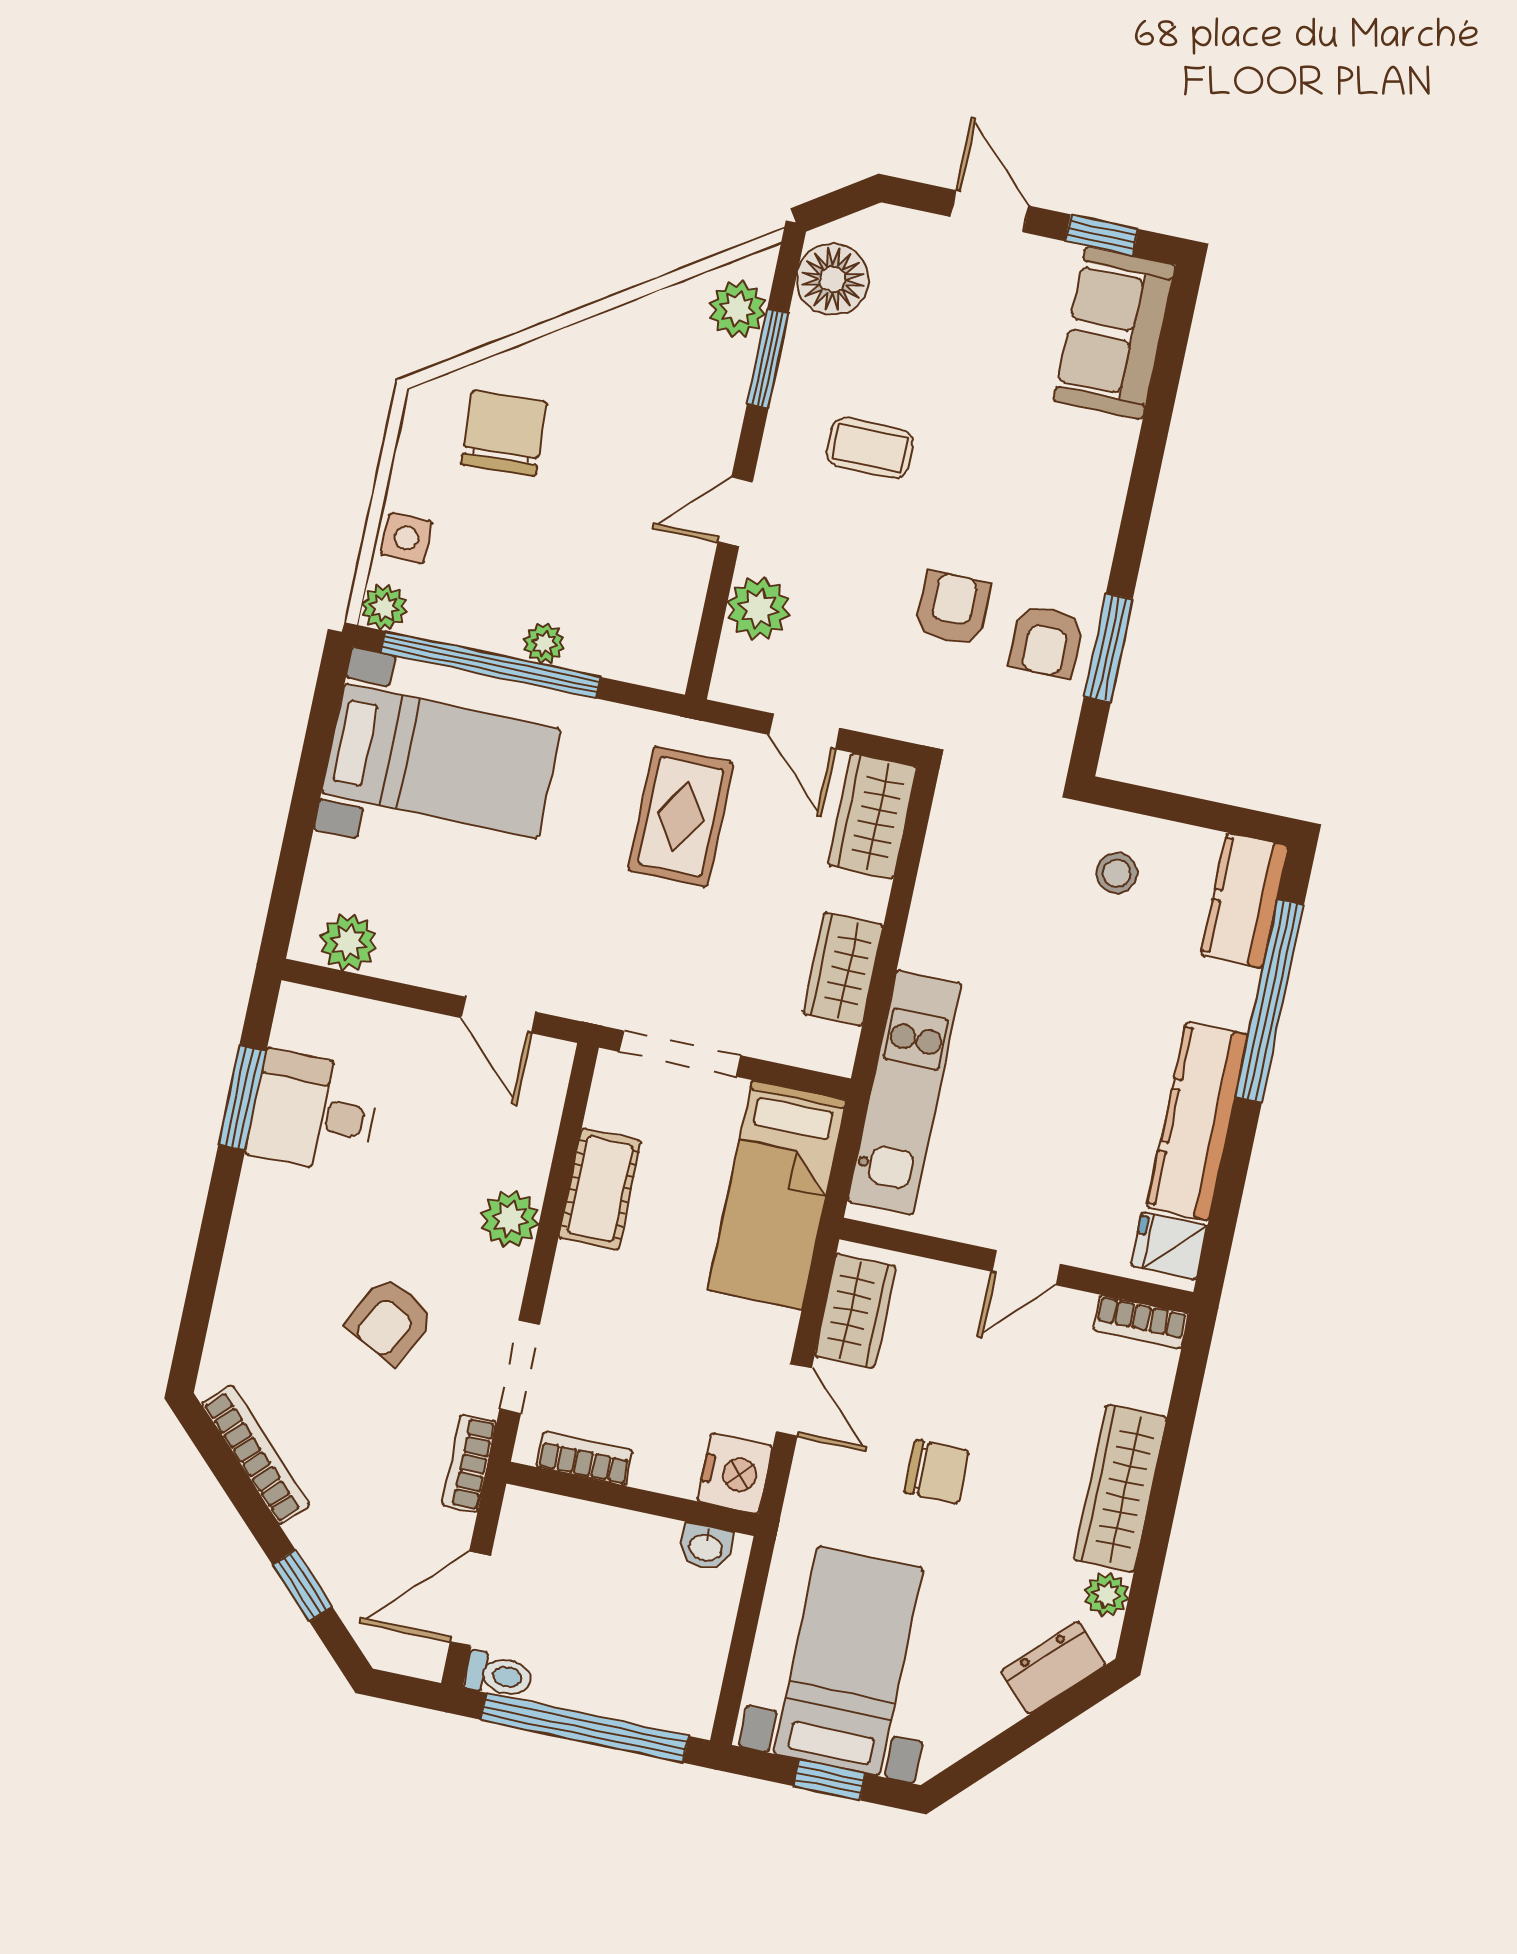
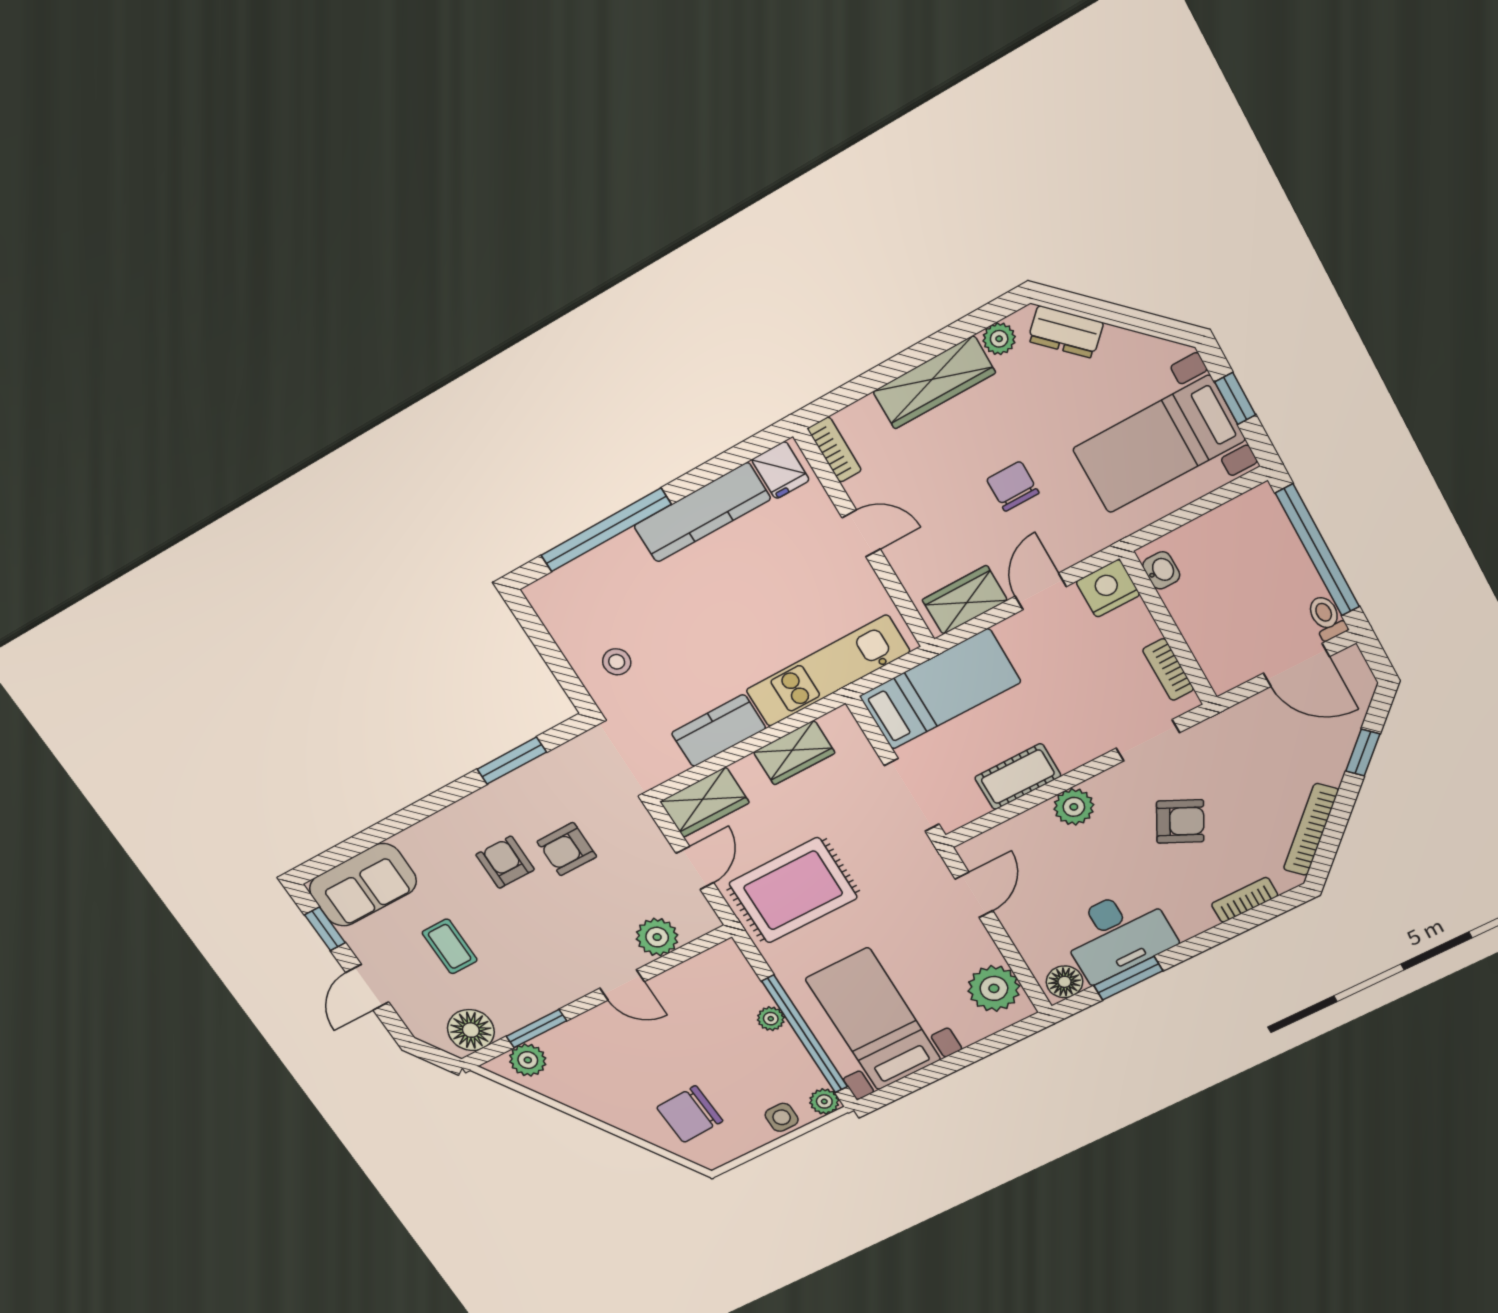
coffee table: (870, 448) -> (450, 946), moved
armchair: (1046, 641) -> (505, 862), moved, turned -90
rug: (681, 817) -> (793, 890), width x1.36, depth x1.43
kitchen counter: (1245, 901) -> (719, 731), moved, turned 180
plant: (349, 942) -> (994, 988), width x1.36, depth x1.36
floor lamp: (300, 1022) -> (1065, 982), added
desk: (314, 1113) -> (1117, 934), width x1.37
bookcase: (469, 1463) -> (1245, 900), moved, turned 180

